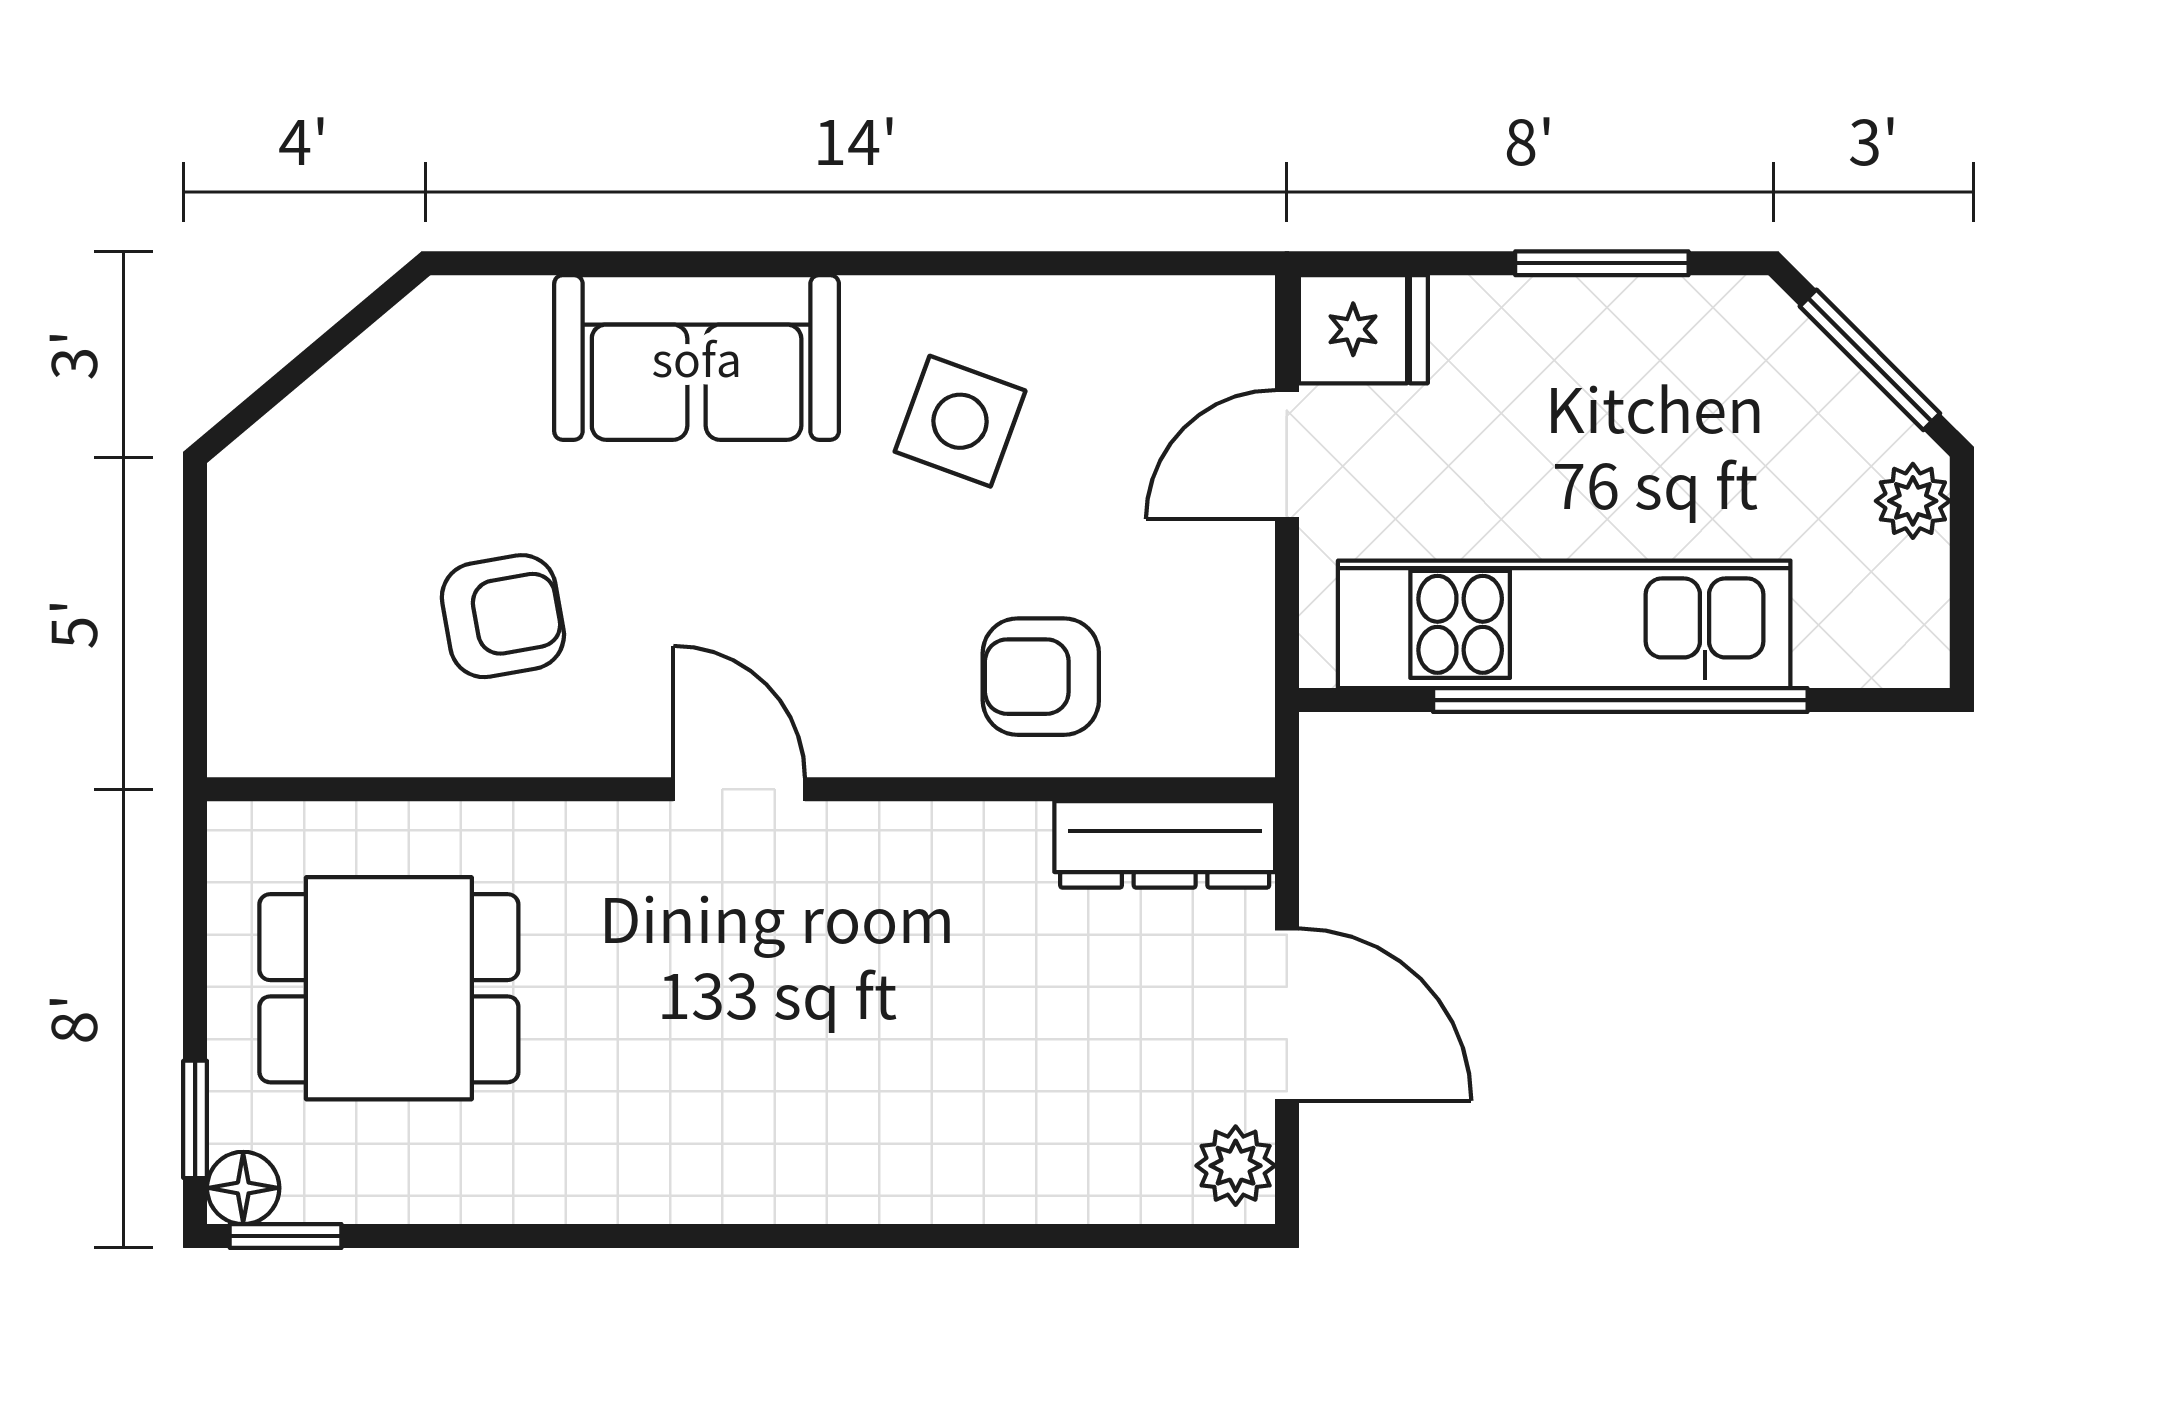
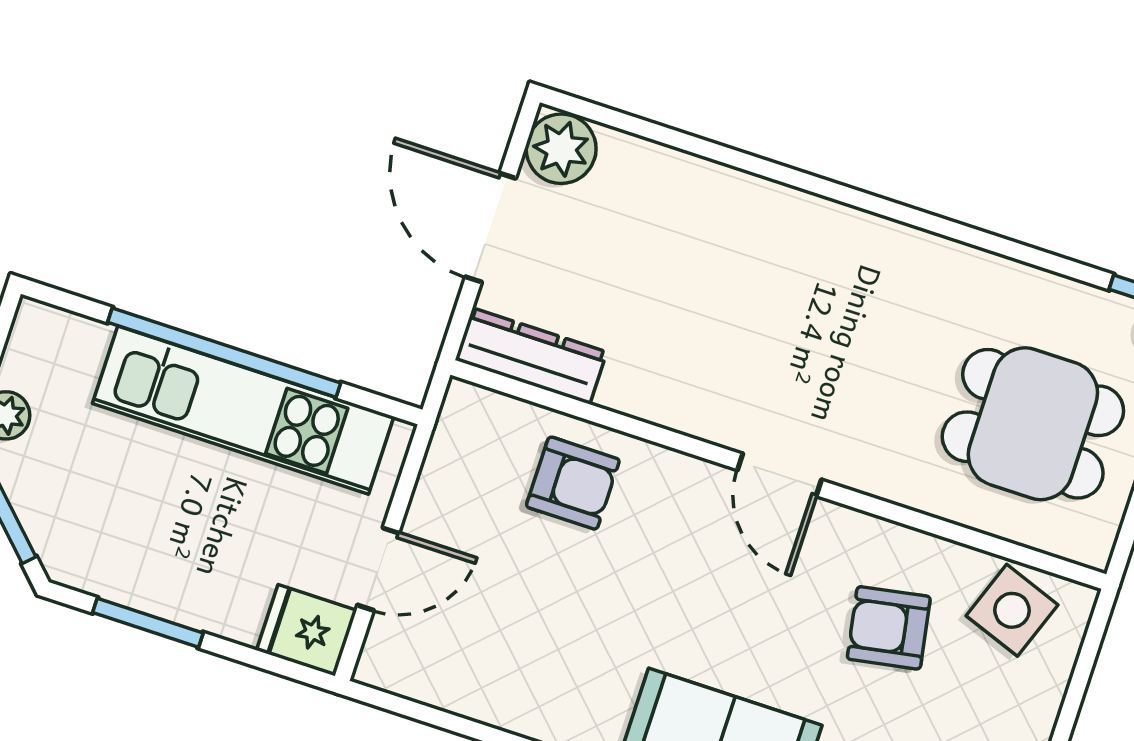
side table: (960, 421) -> (1012, 610), moved
plant: (1236, 1166) -> (561, 149), width x1.38, depth x1.38

